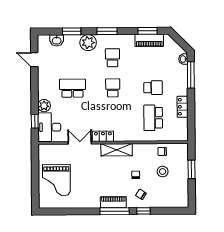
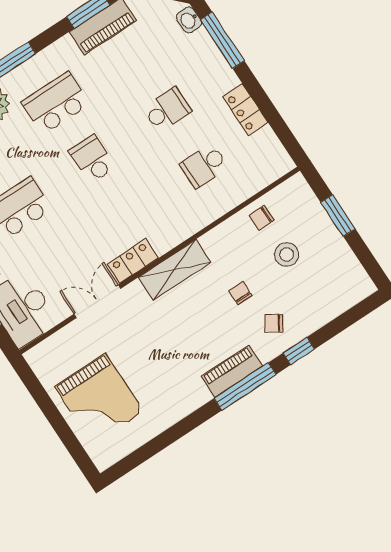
school desk: (113, 58) -> (56, 103), width x1.85
school desk: (153, 118) -> (204, 166), width x0.54

